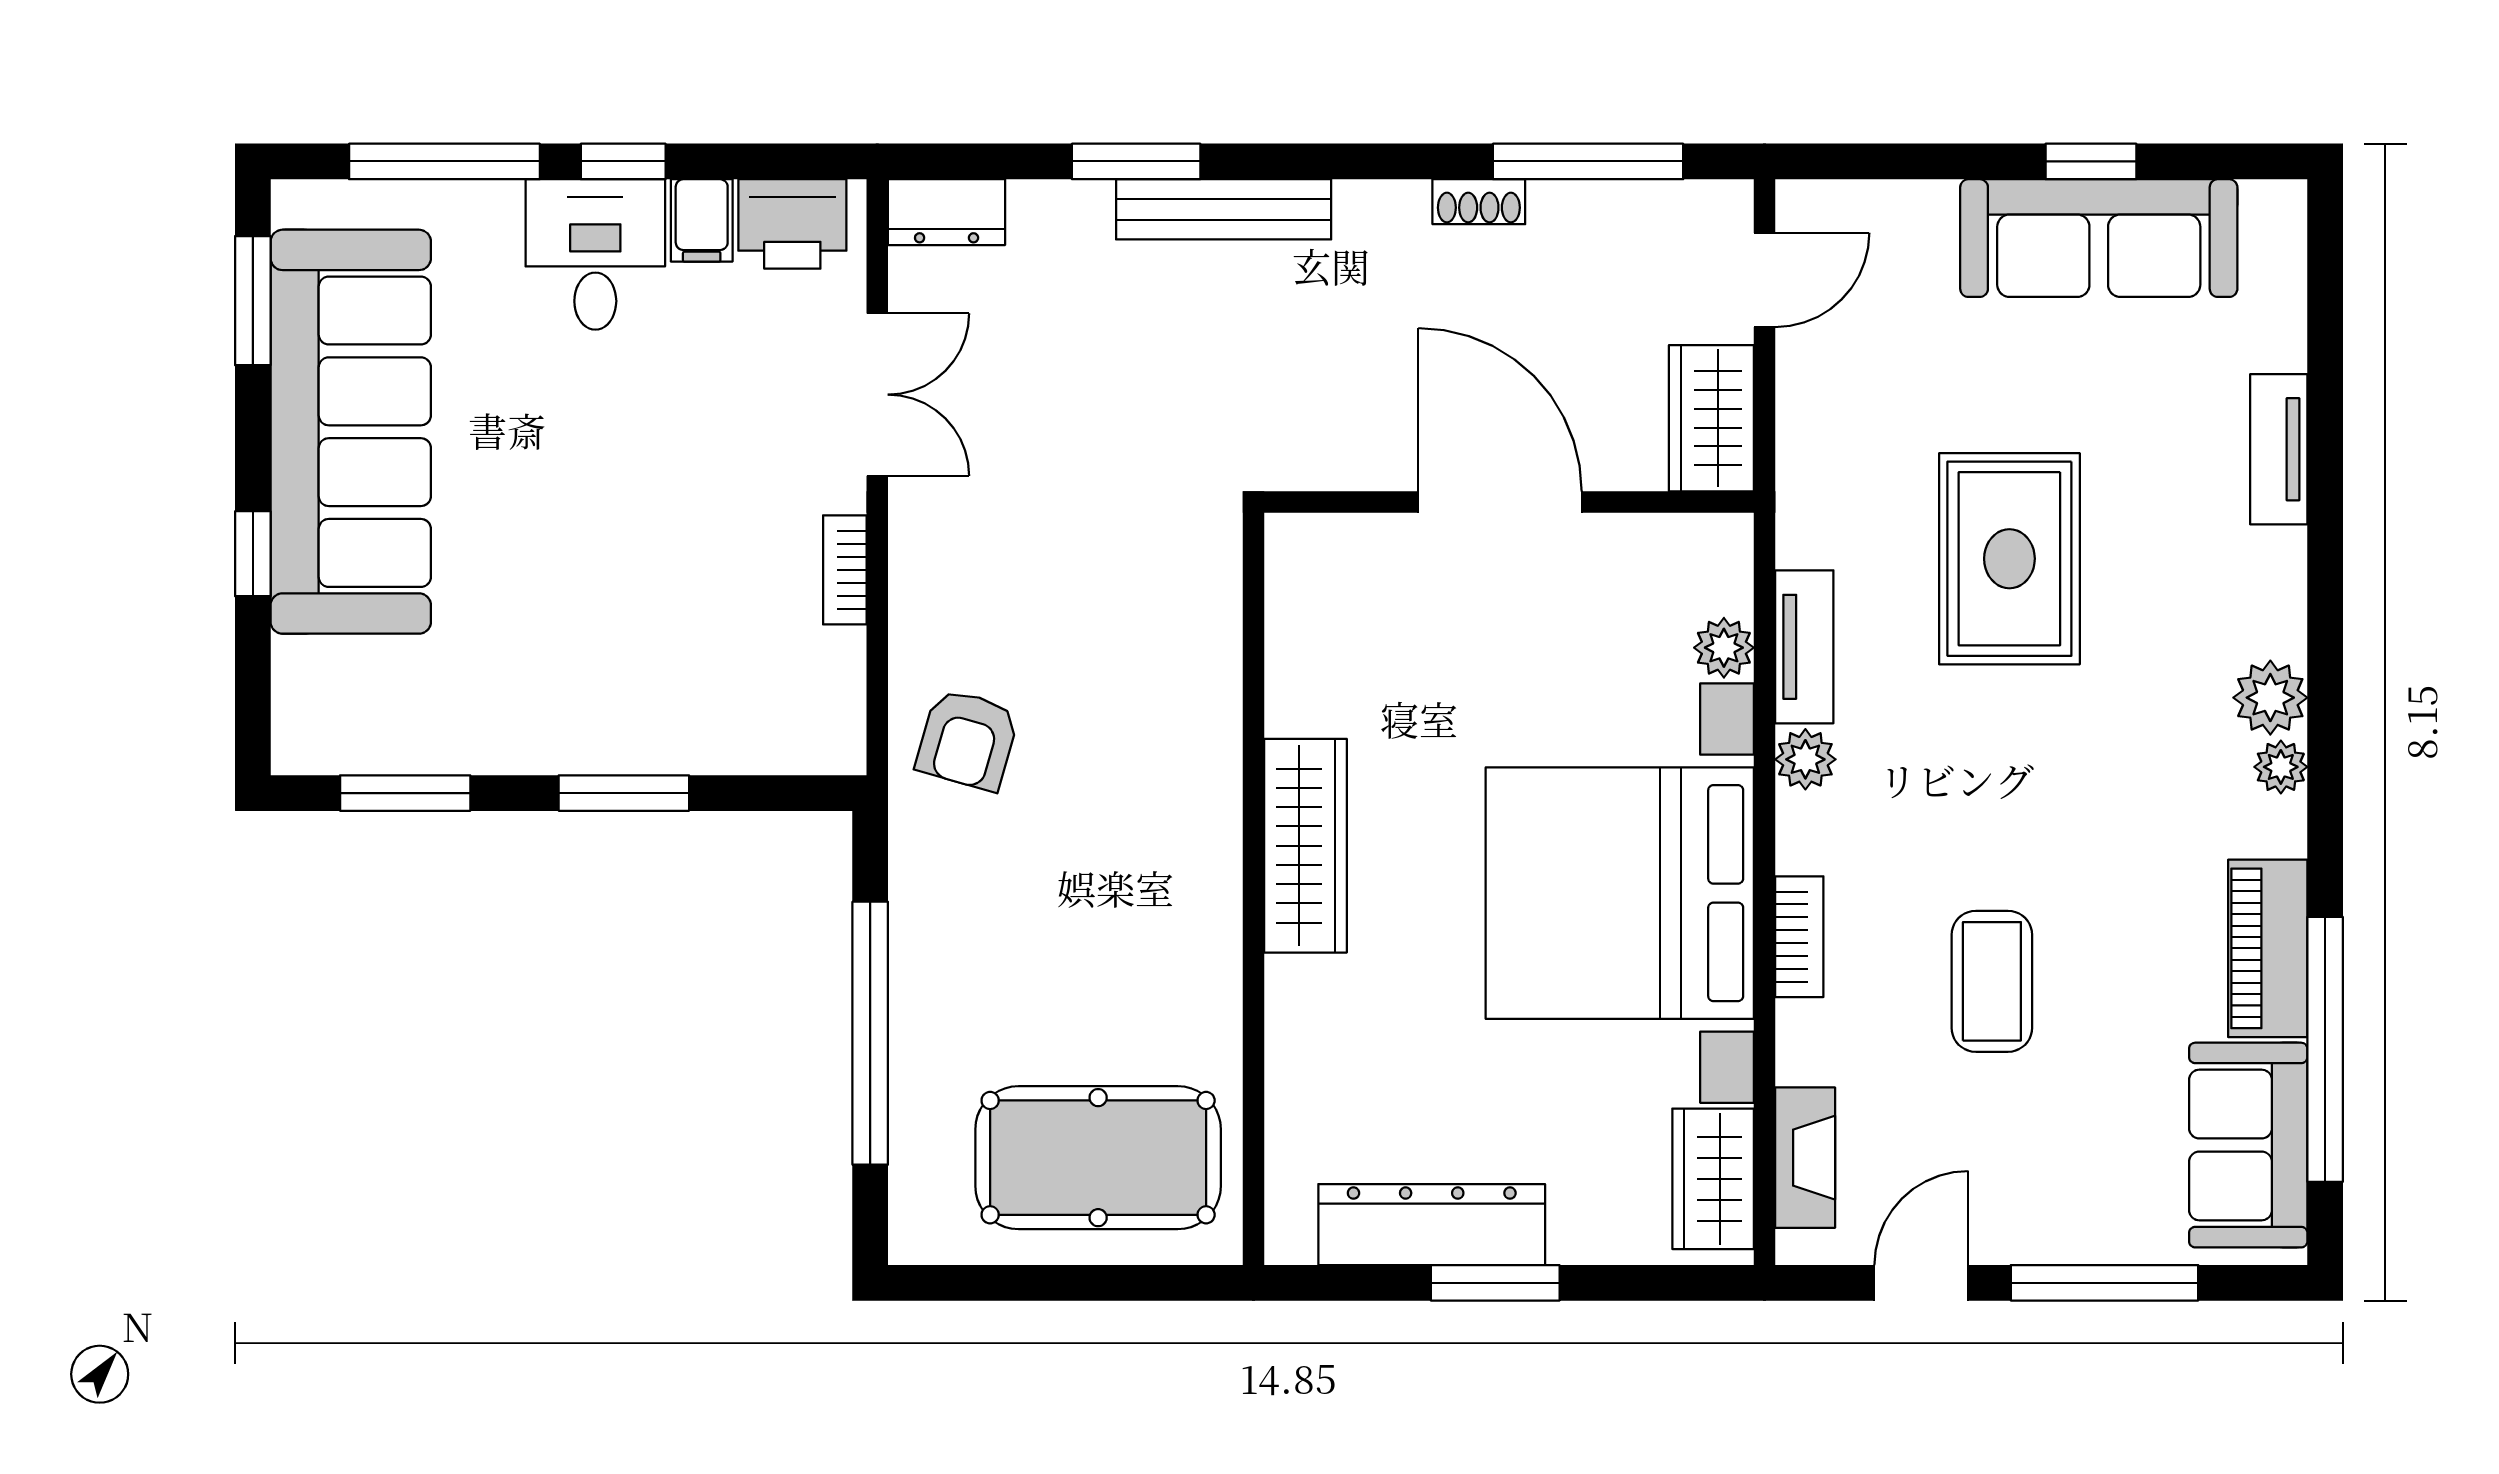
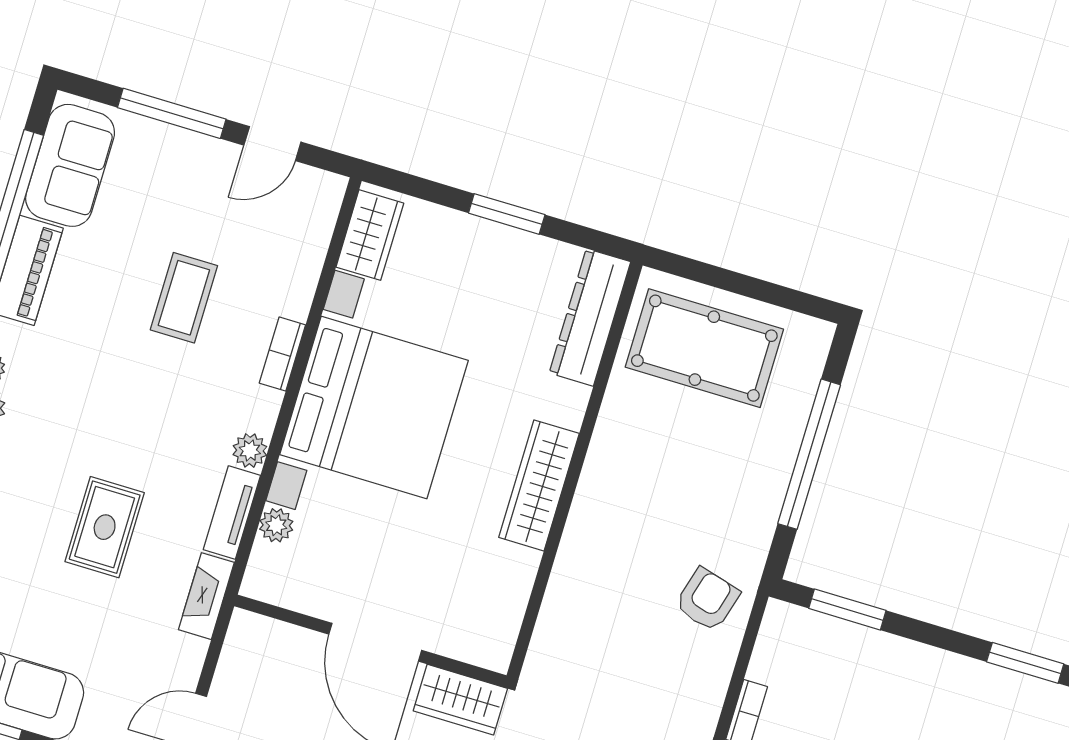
wardrobe: (1711, 418) -> (460, 700), moved, turned 90
rug: (2009, 559) -> (105, 527), width x0.73, depth x0.70
window: (624, 793) -> (847, 609), moved
fireplace: (1805, 1158) -> (206, 596), moved
dresser: (1432, 1225) -> (590, 317), moved, turned 90

